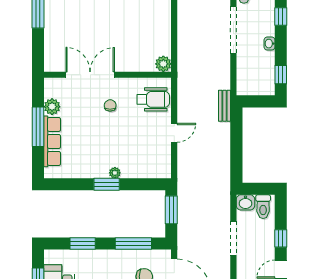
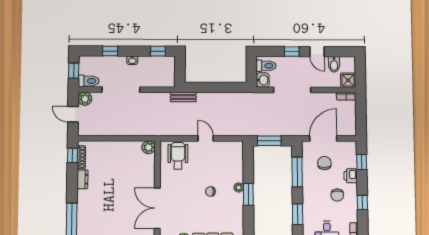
chair: (110, 105) -> (210, 191), moved
doorway: (233, 238) -> (292, 90), width x1.36

